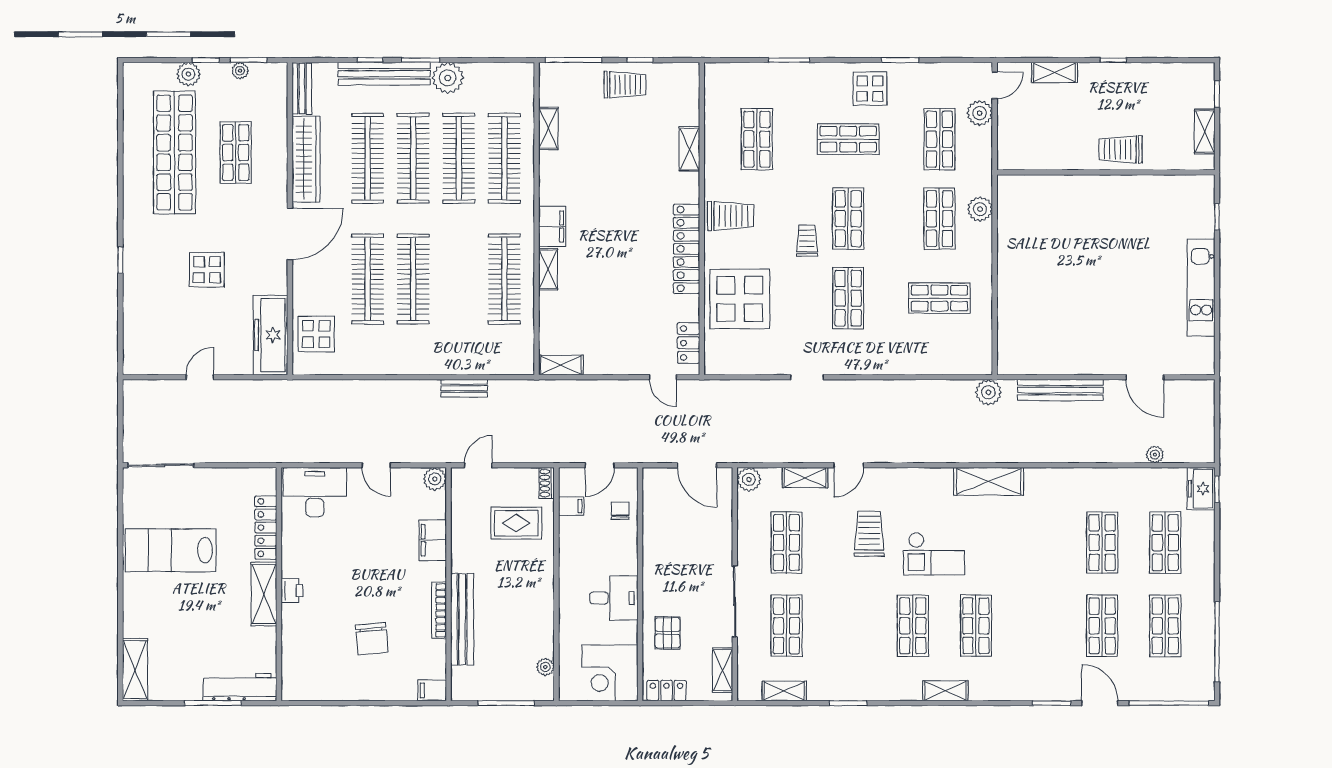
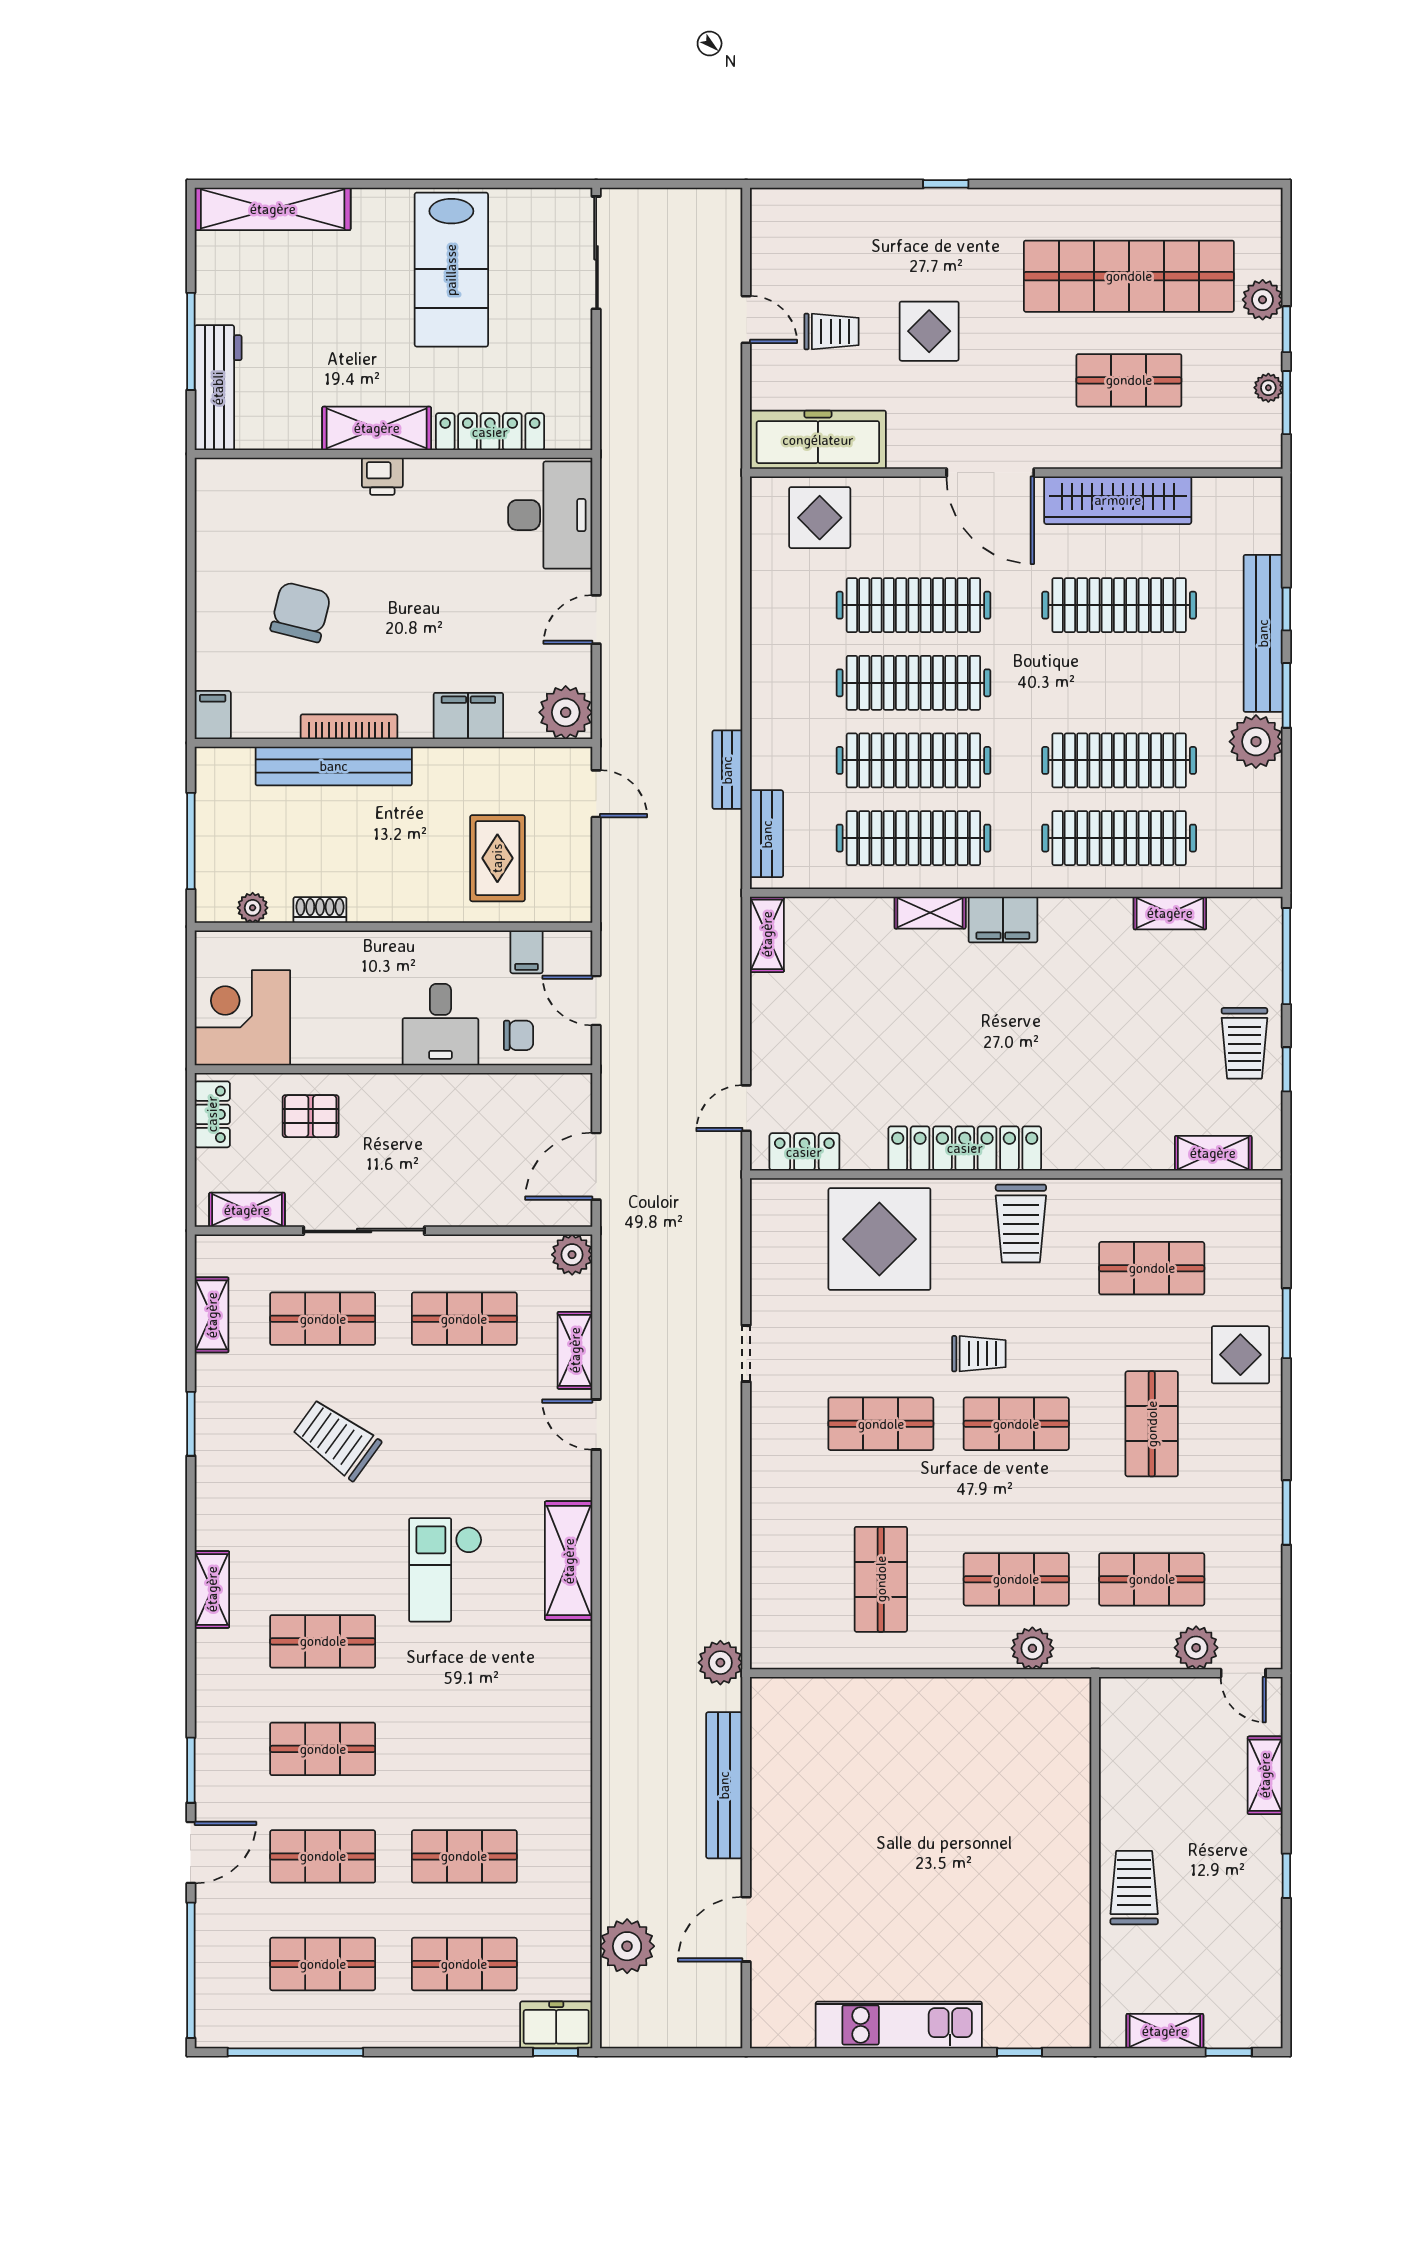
bench: (302, 89) -> (767, 834), moved, turned 90
display table: (870, 89) -> (1240, 1355), moved
shelving: (689, 149) -> (1213, 1153), moved
clothes rail: (413, 158) -> (913, 760), moved
trolley: (207, 327) -> (832, 331), added
plant: (1155, 455) -> (627, 1946), width x1.88, depth x1.88
plant: (435, 479) -> (566, 712), width x1.36, depth x1.36
shelving: (989, 481) -> (569, 1561), moved
shoe rack: (547, 483) -> (320, 910), moved
trolley: (869, 534) -> (337, 1439), moved, turned -144
lab bench: (171, 550) -> (451, 270), turned 180
desk: (614, 598) -> (440, 1025), moved
shop shelf: (913, 626) -> (323, 1749), moved
chair: (372, 639) -> (301, 612), turned 109
shelving: (135, 670) -> (273, 209), width x1.47

